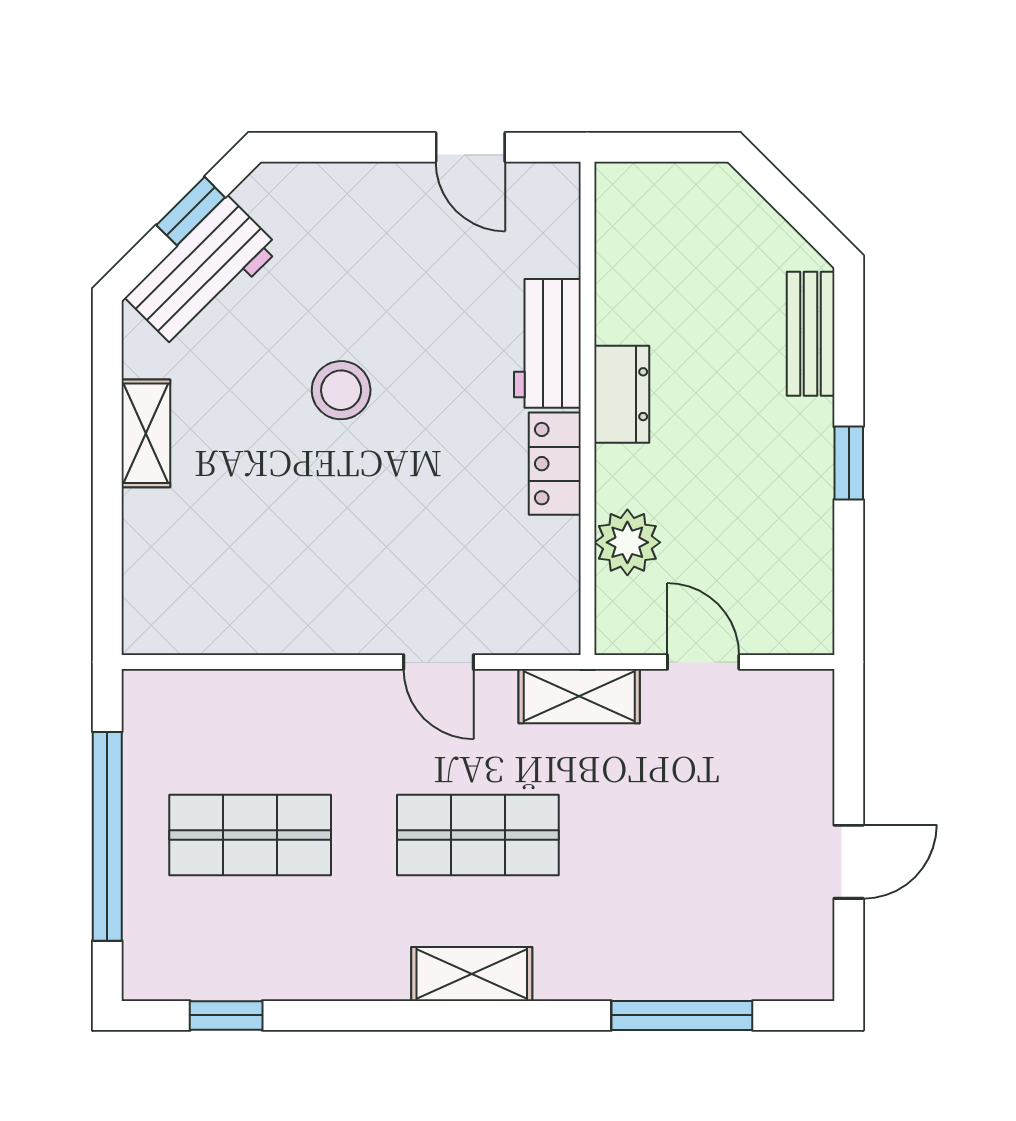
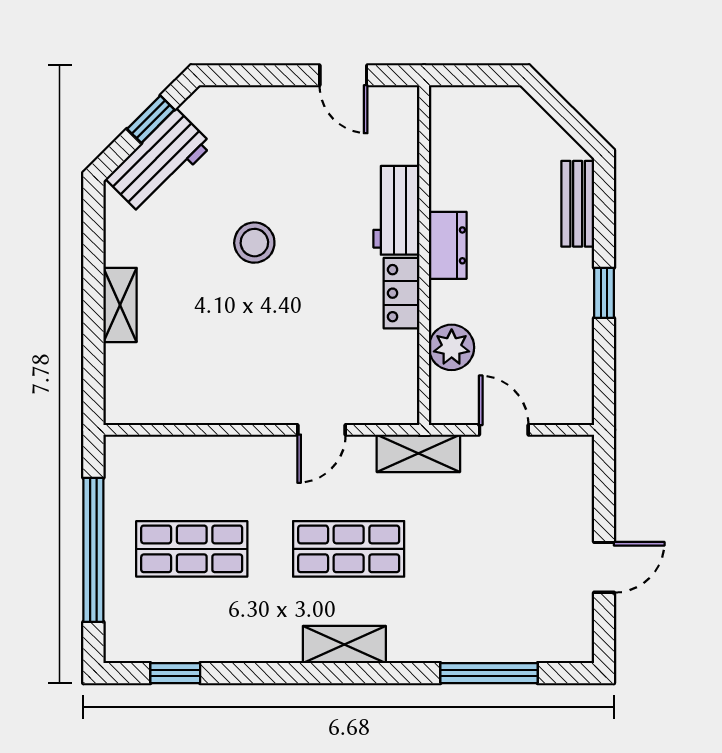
shelving: (146, 433) -> (120, 305), moved
door: (439, 662) -> (321, 430), hinge flipped

